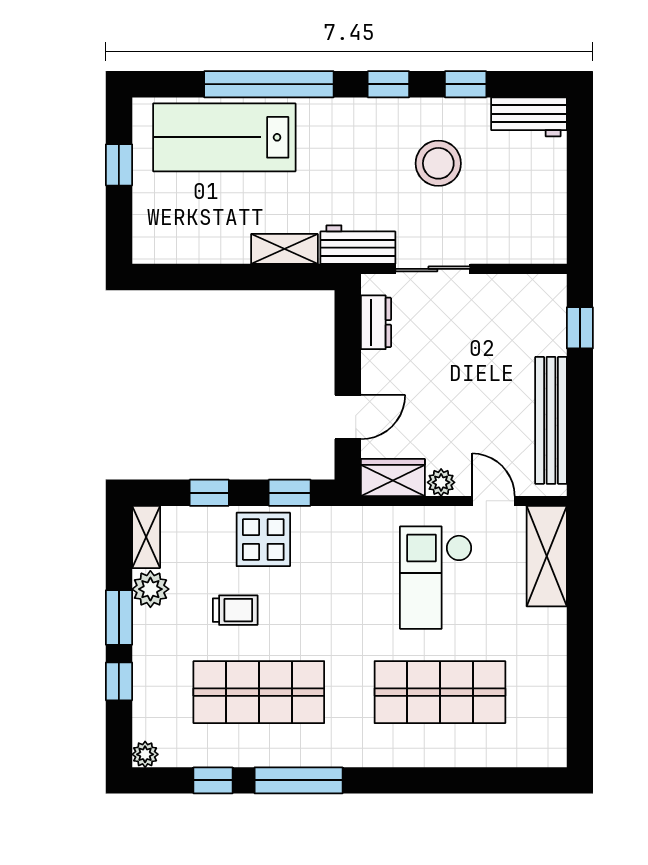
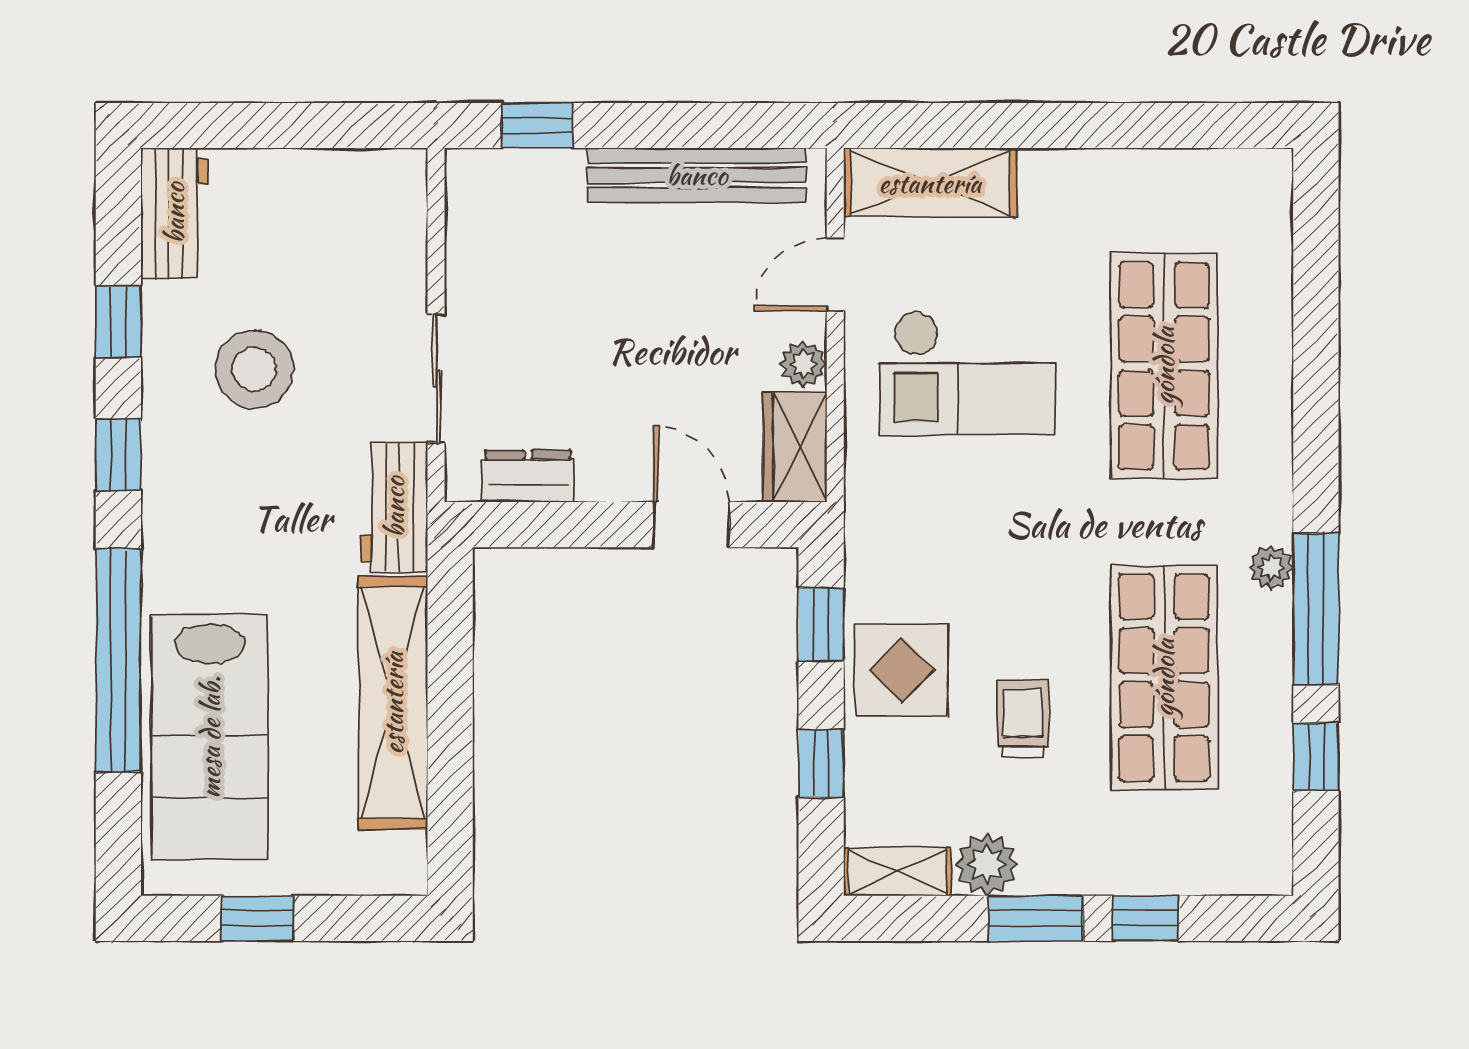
shelving: (284, 249) -> (393, 703), width x2.20, depth x1.33
plant: (145, 754) -> (1271, 568), moved

